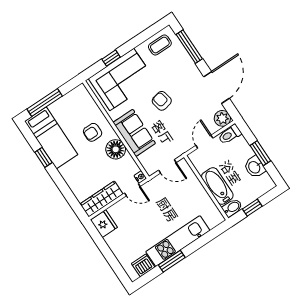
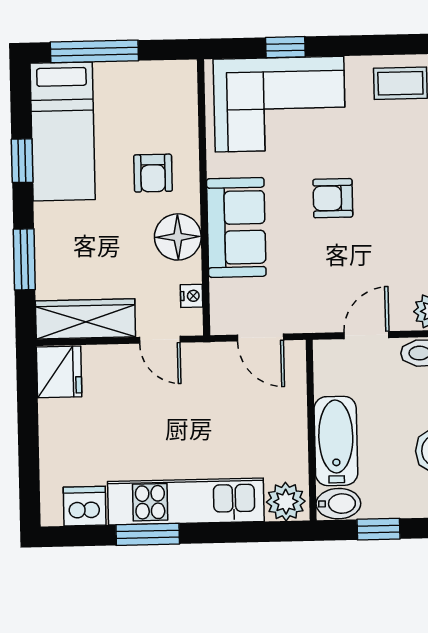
armchair: (162, 101) -> (333, 198), turned -78
armchair: (93, 132) -> (153, 173), turned -90
nightstand: (140, 177) -> (192, 296), moved
window: (66, 192) -> (24, 259), added
plant: (213, 219) -> (286, 502), added

